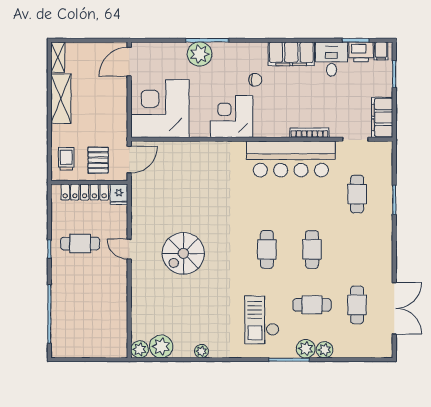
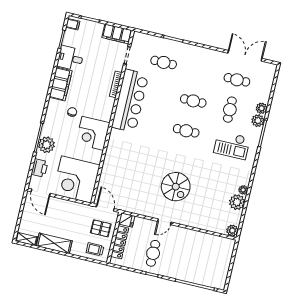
printer: (361, 52) -> (39, 168), moved
plant: (161, 346) -> (237, 202), moved

